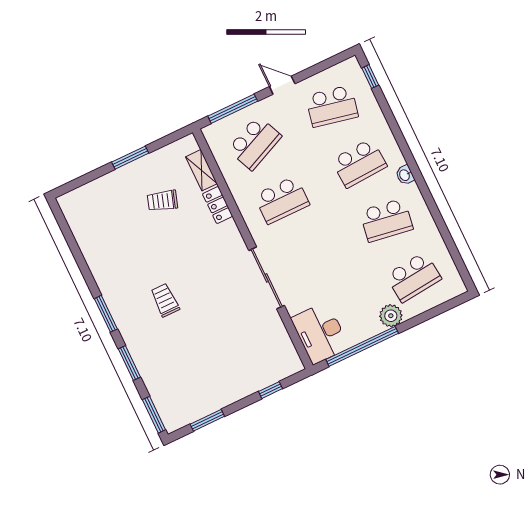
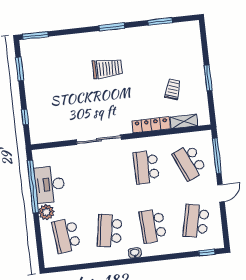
locker: (218, 205) -> (151, 125), width x1.53
trolley: (165, 300) -> (107, 68), width x1.36, depth x1.39
desk: (320, 333) -> (50, 184), moved, turned -90
window: (129, 363) -> (160, 21), moved

